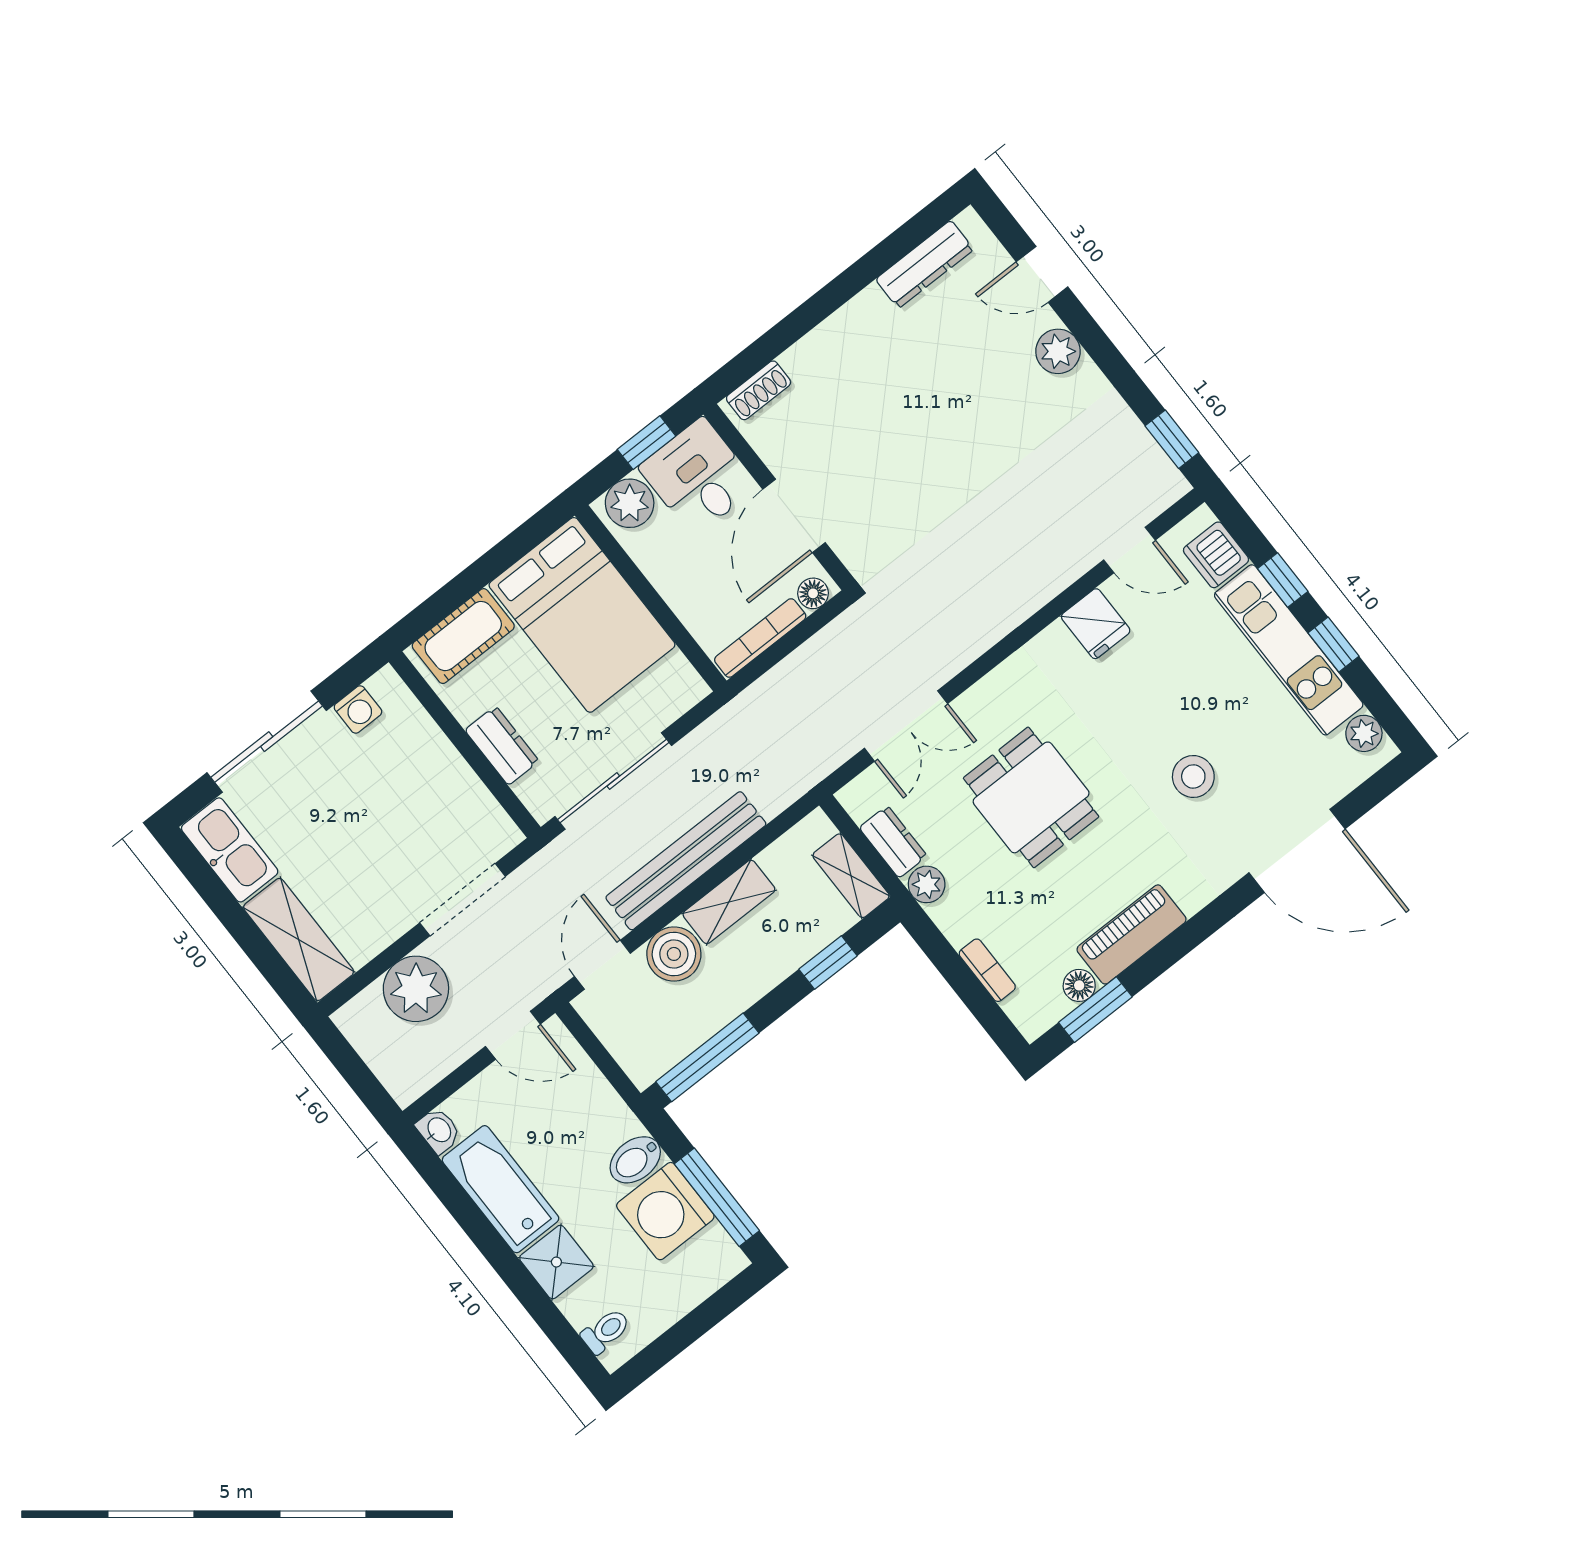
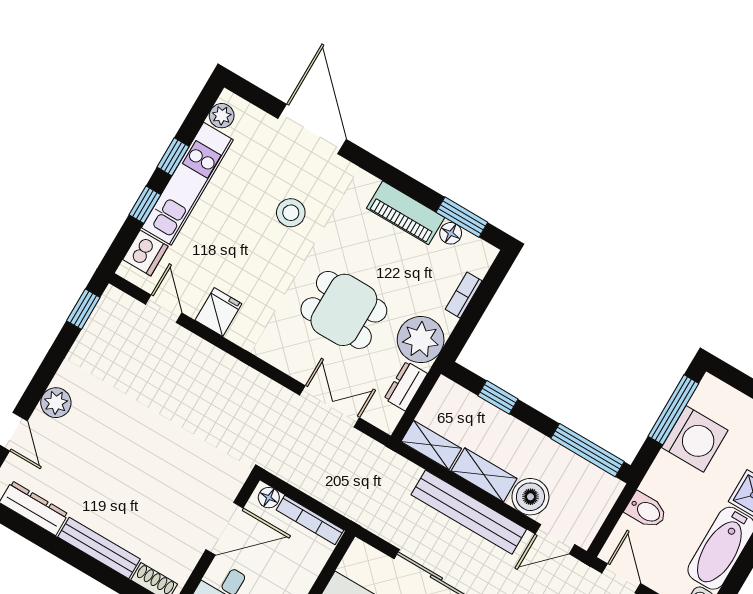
bench: (835, 333) -> (99, 548), added
dining table: (1031, 797) -> (344, 310), turned 90
shelving: (851, 876) -> (431, 445), moved, turned 90
plant: (927, 884) -> (421, 340), width x1.88, depth x1.88
bidet: (635, 1160) -> (646, 510), moved

